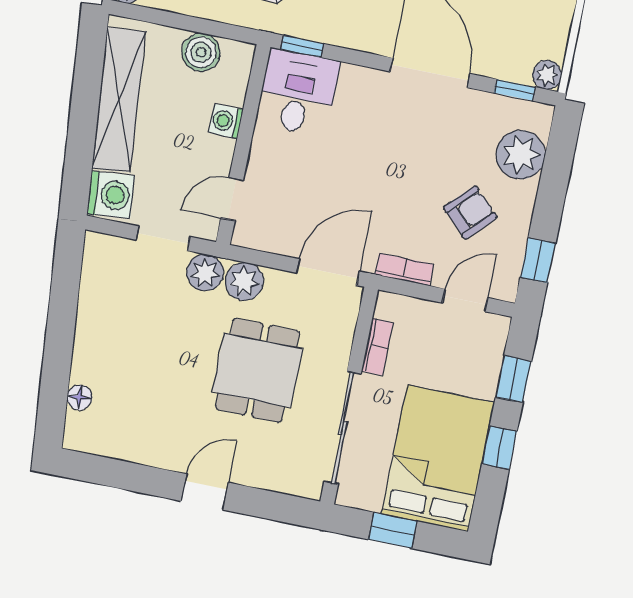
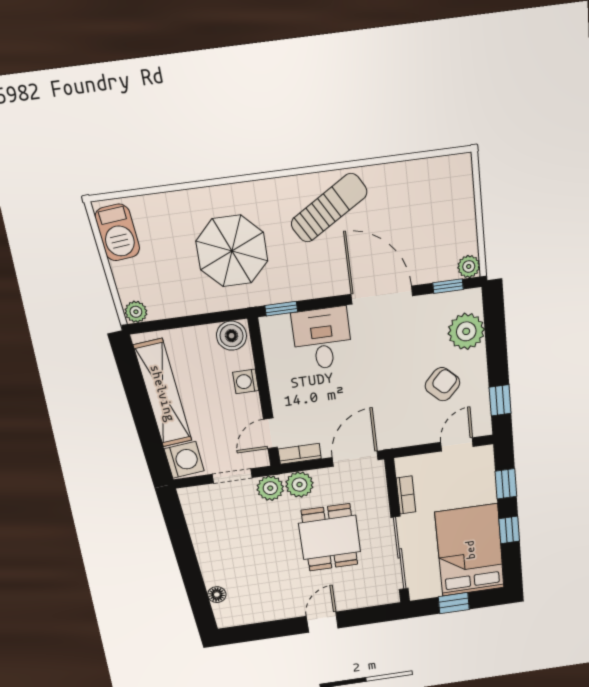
boiler: (201, 52) -> (232, 336), moved
desk: (298, 92) -> (322, 339), moved
bookcase: (404, 269) -> (300, 454), moved

